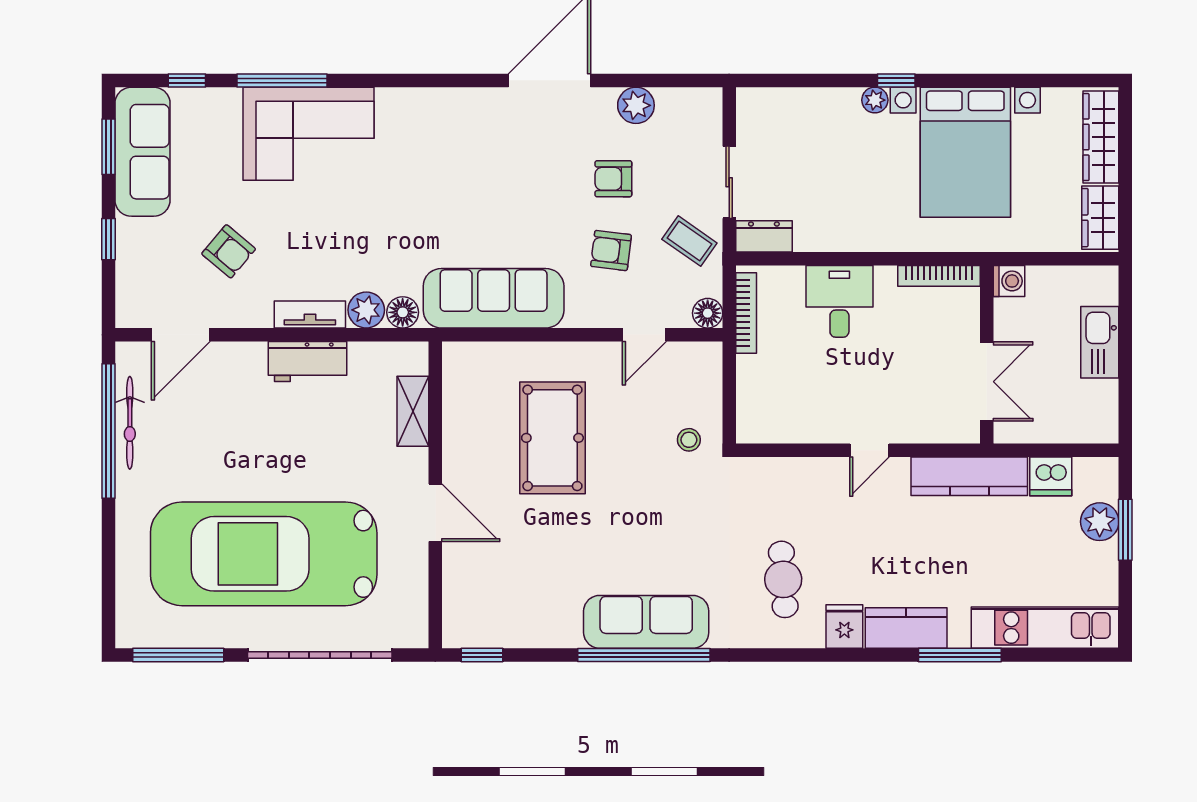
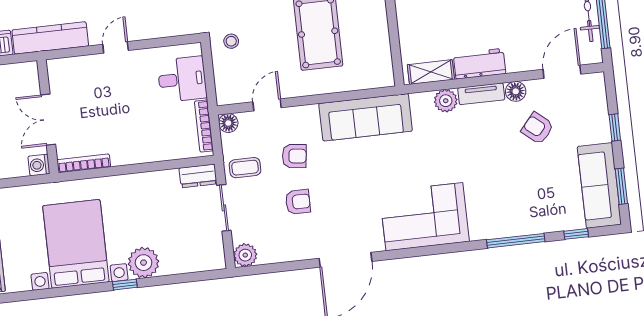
plant: (875, 100) -> (144, 263), width x1.88, depth x1.88
plant: (636, 105) -> (245, 255), moved
corner sofa: (308, 134) -> (424, 217), moved
coffee table: (689, 241) -> (245, 168), turned -35
desk: (839, 301) -> (182, 79), moved, turned -90
floor lamp: (403, 312) -> (516, 91), moved
double door: (987, 382) -> (48, 120), moved
shelving: (413, 411) -> (431, 72), moved, turned 90

